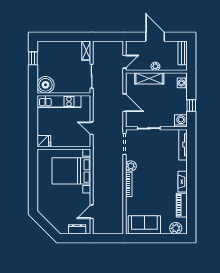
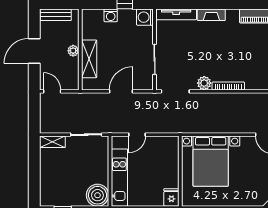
door: (124, 62) -> (52, 91), moved
washing machine: (182, 83) -> (111, 15), moved
door: (92, 128) -> (137, 135), moved
fireplace: (183, 182) -> (211, 15), moved

